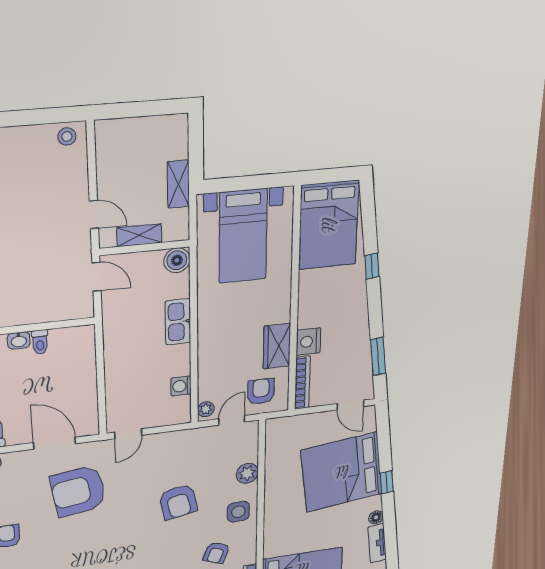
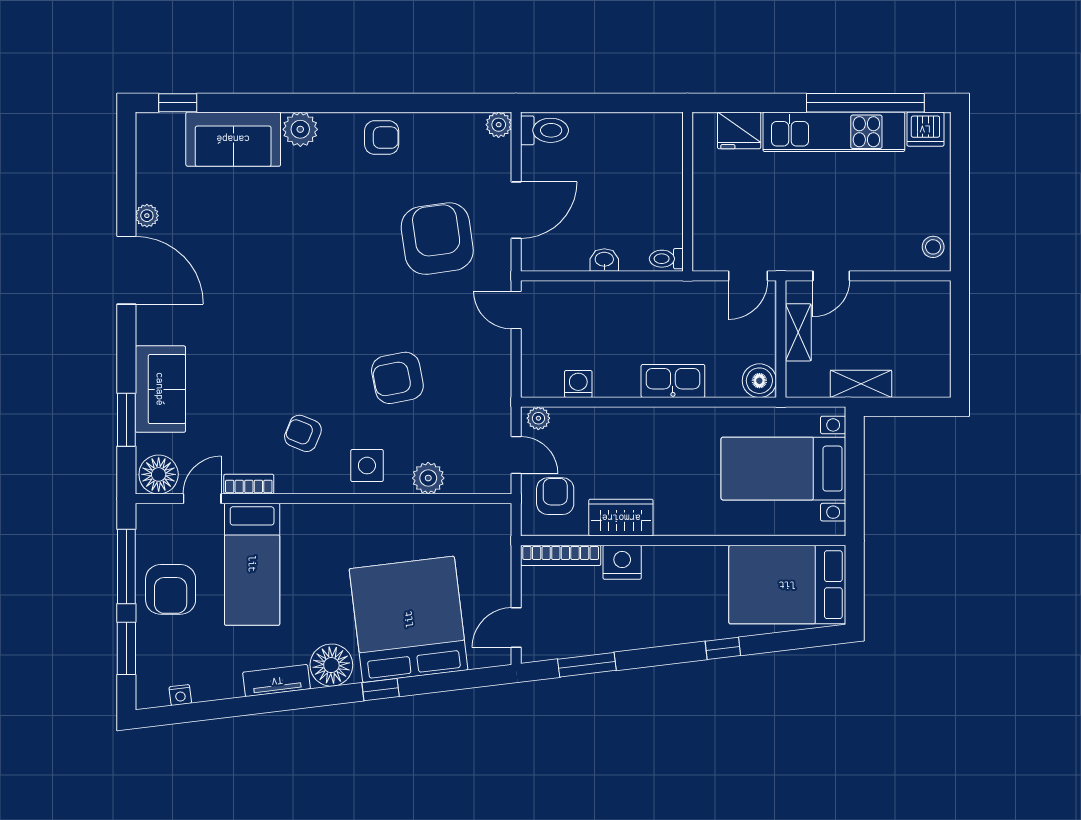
washbasin: (19, 340) -> (604, 260), moved, turned 90
toilet: (40, 342) -> (666, 259), moved
armchair: (261, 391) -> (555, 496), turned -90
floor lamp: (376, 517) -> (331, 665), width x1.89, depth x1.89

